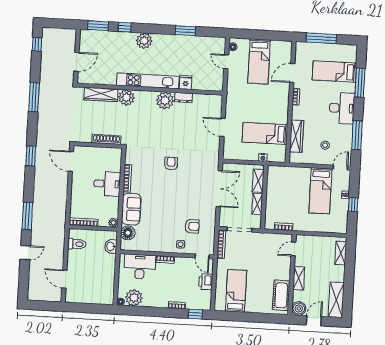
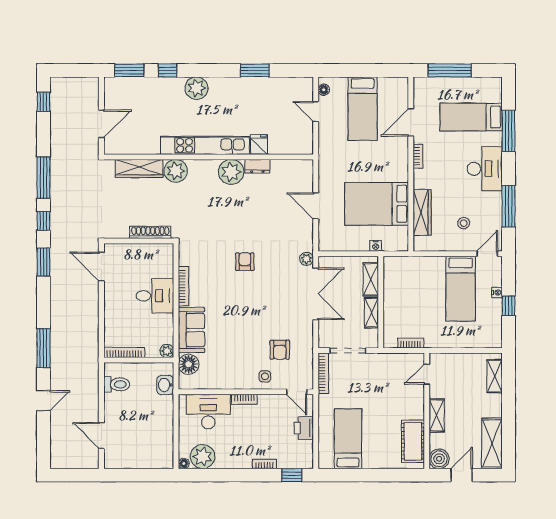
window: (32, 127) -> (43, 221), added
bed: (265, 133) -> (377, 204), width x1.50
plant: (214, 164) -> (307, 259), added
armchair: (192, 226) -> (280, 350), turned 90

